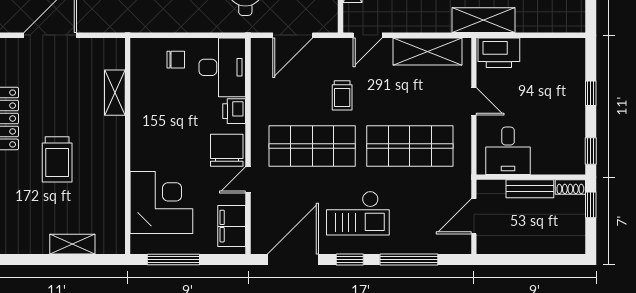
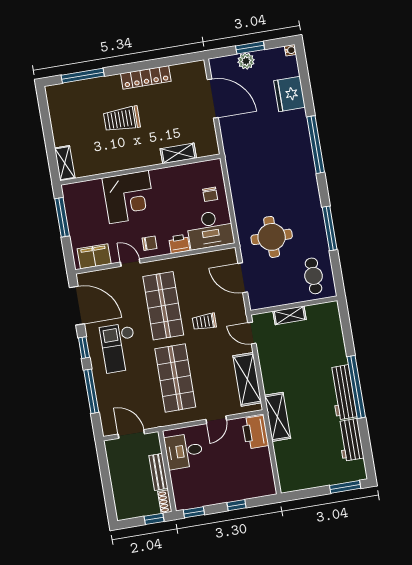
chair: (227, 150) -> (150, 243), width x0.54, depth x0.54
corner desk: (161, 202) -> (129, 197), moved
shelving: (72, 244) -> (65, 163), moved

